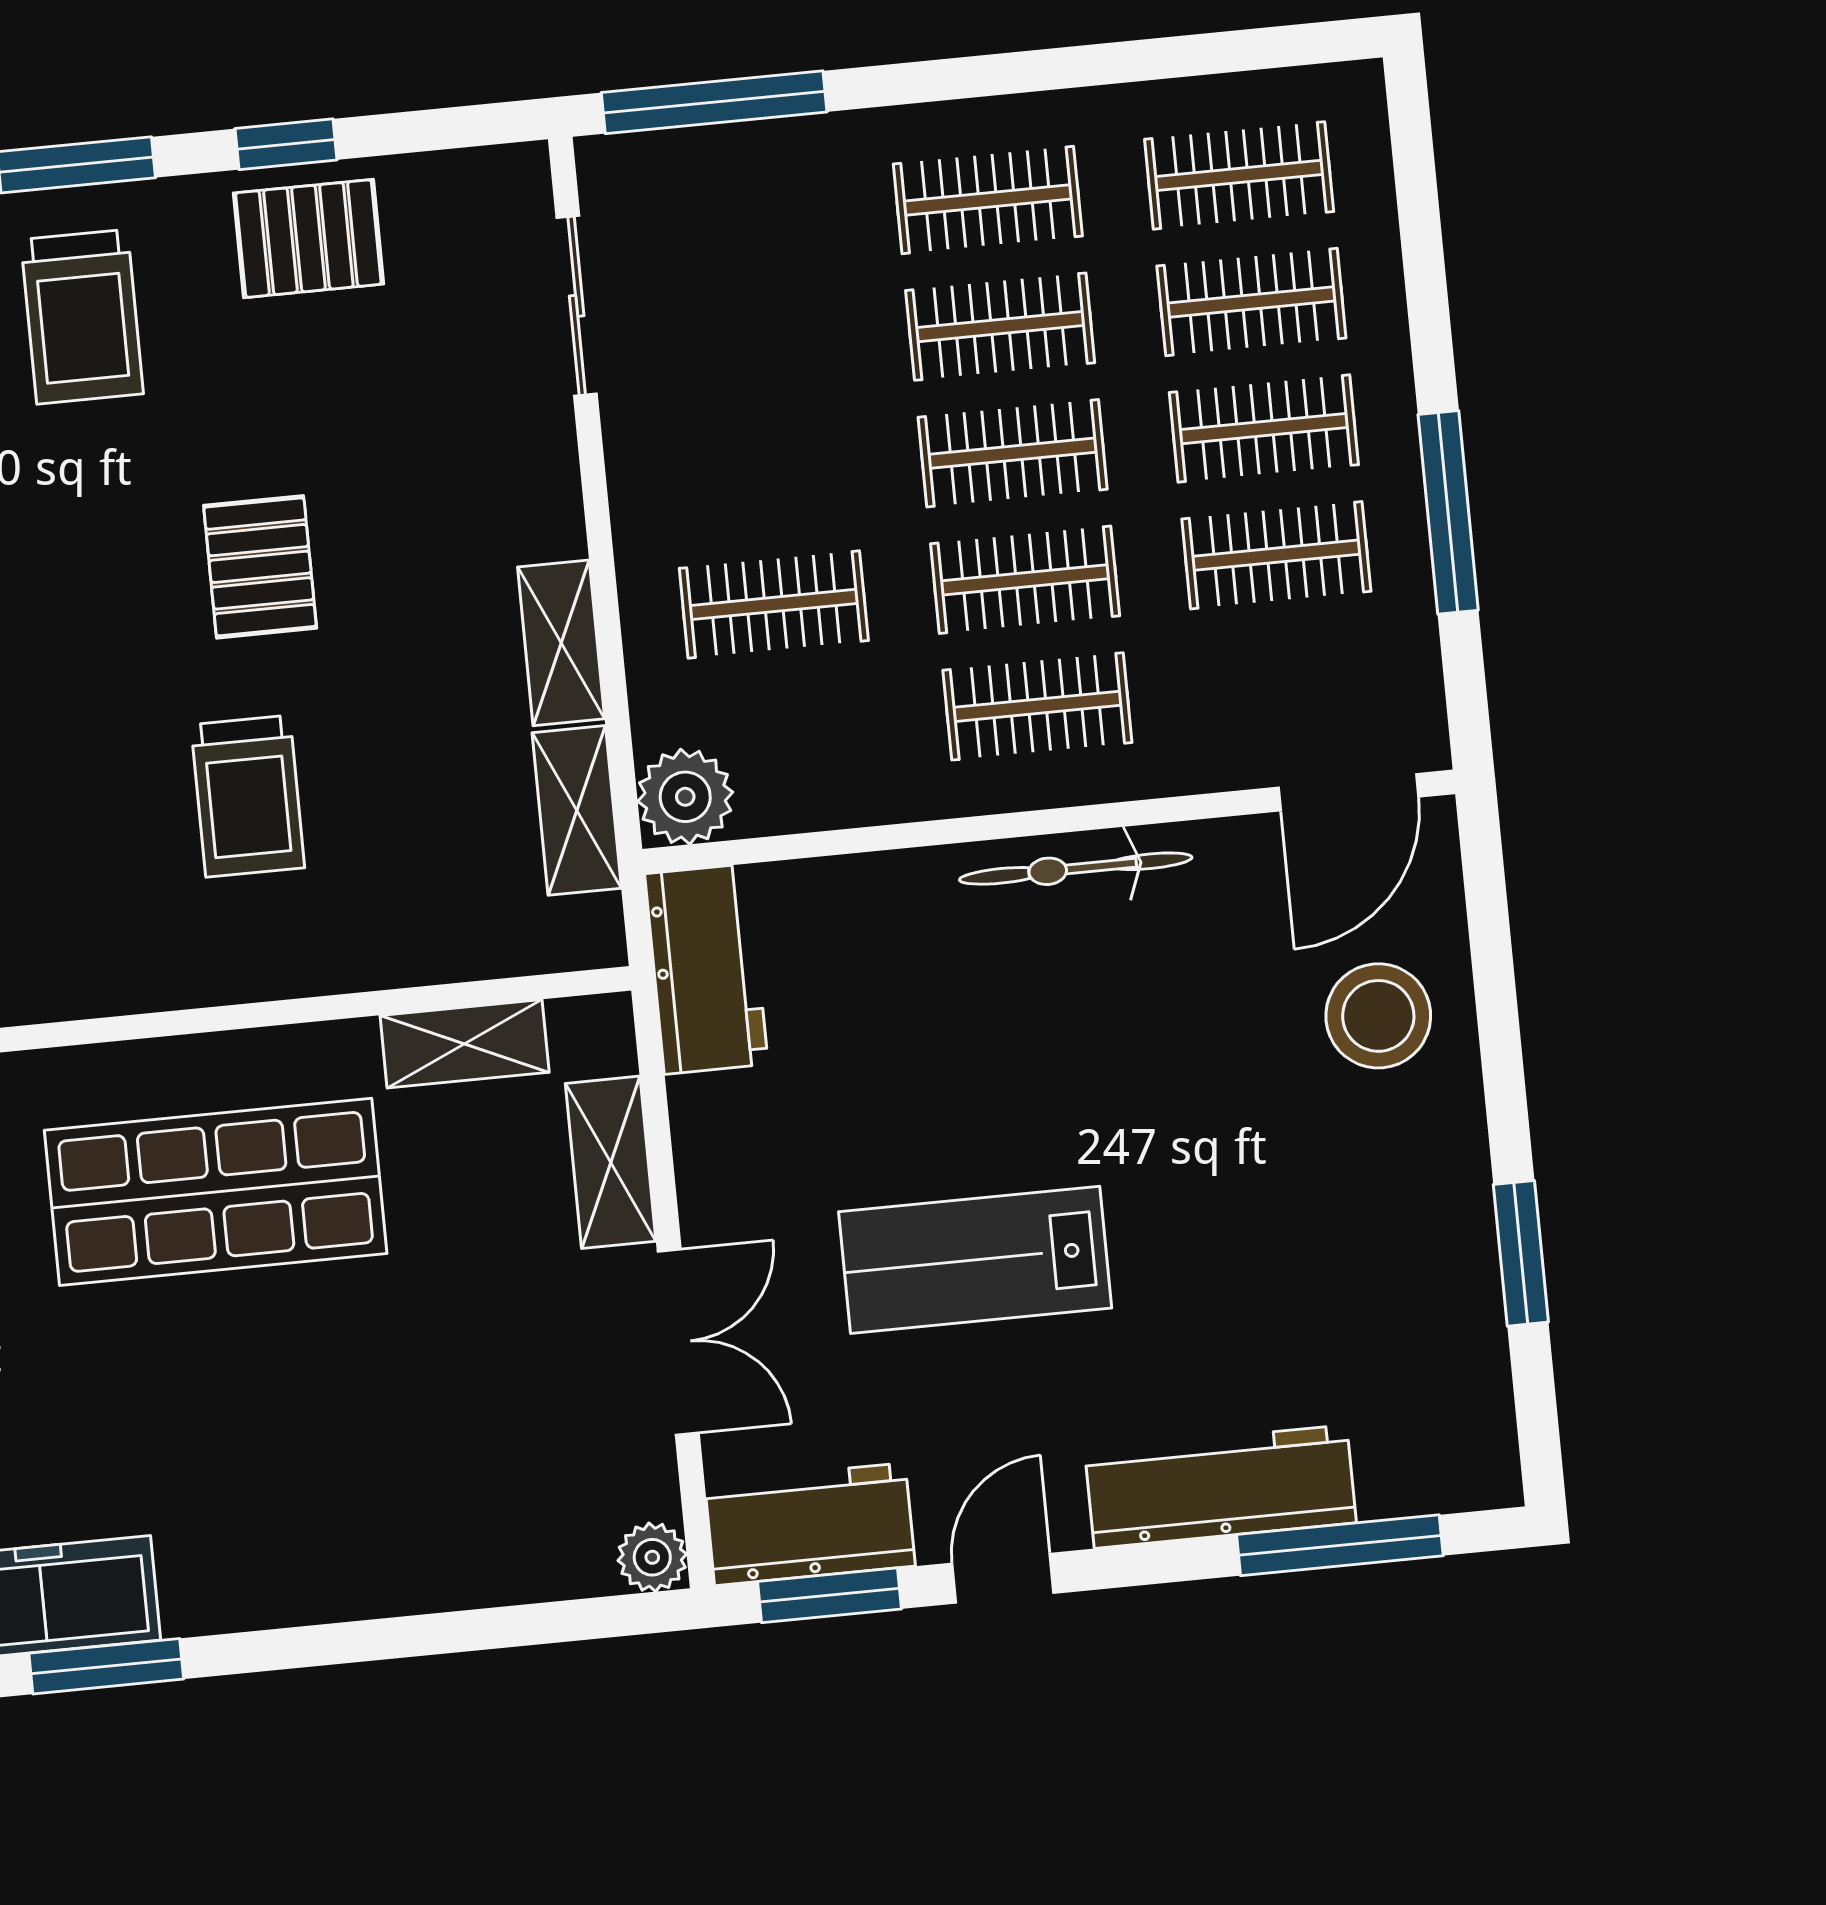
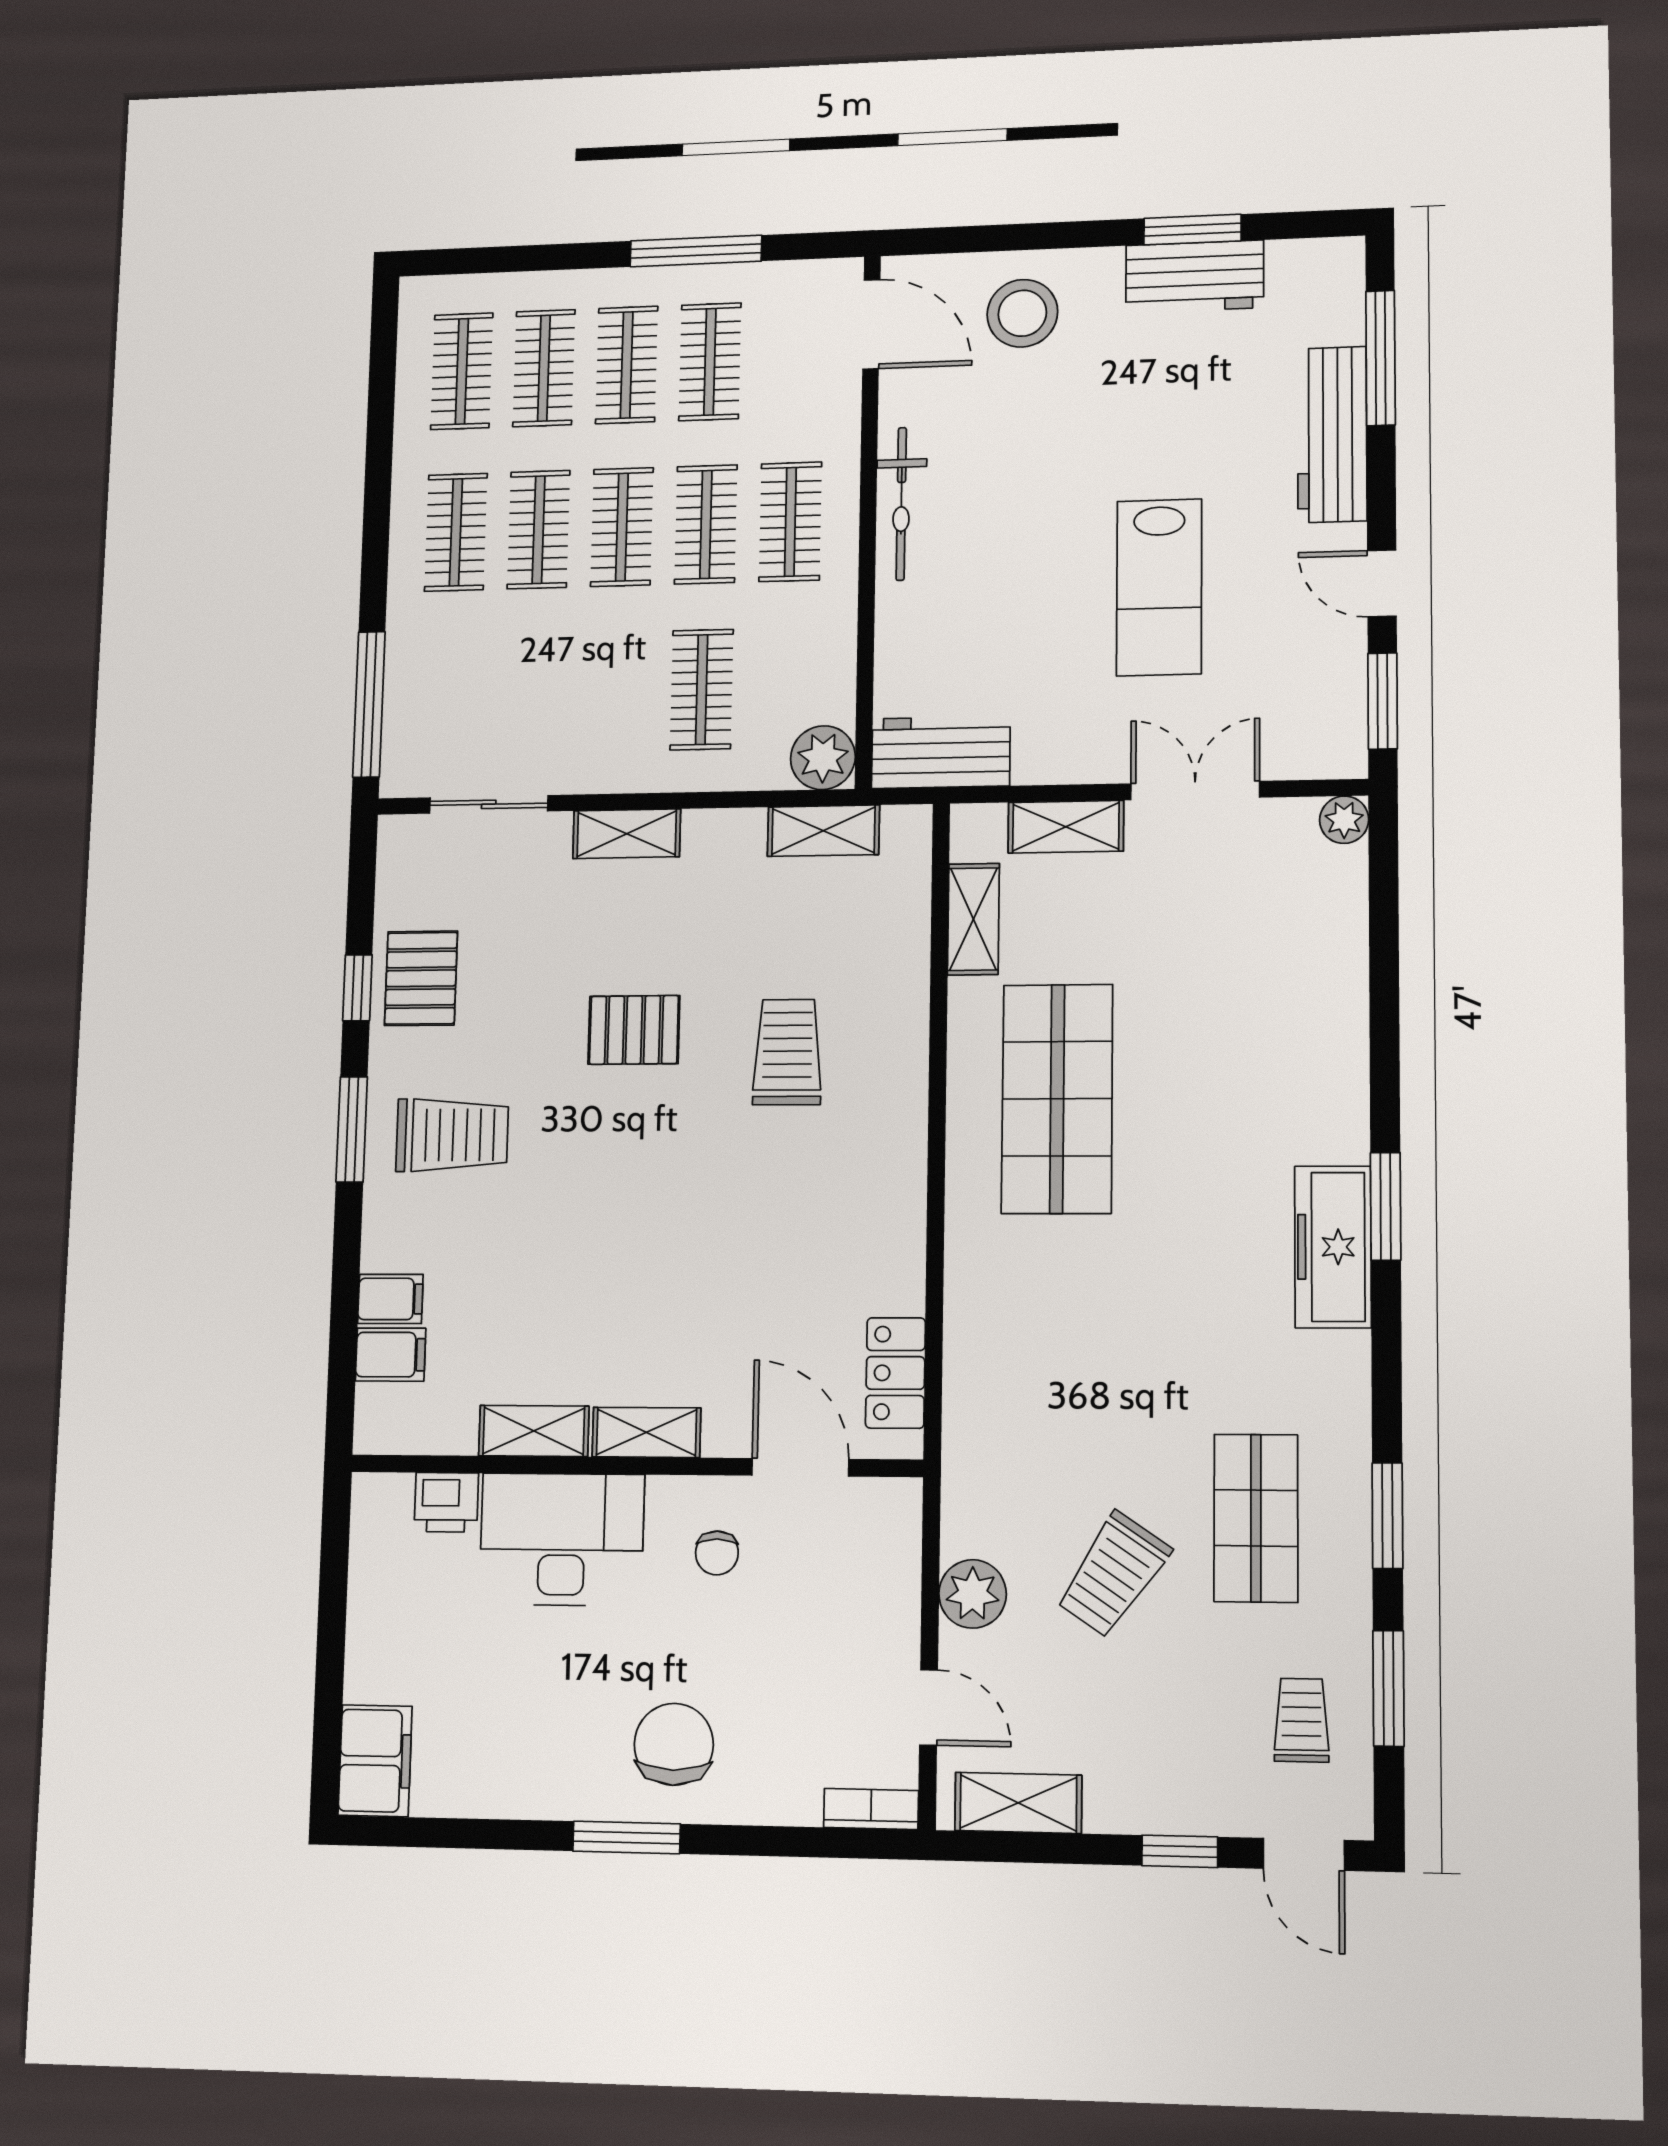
shelving: (561, 643) -> (627, 834), moved
trolley: (248, 796) -> (787, 1052), turned -90
workbench: (810, 1524) -> (1195, 277), moved, turned -90

